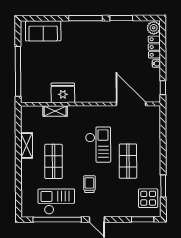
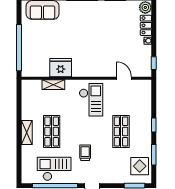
door: (131, 104) -> (124, 78), width x0.53
shelving: (27, 145) -> (27, 132), moved
checkout: (98, 145) -> (91, 100), moved
window: (163, 154) -> (154, 125), added

